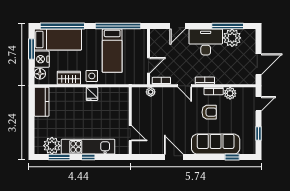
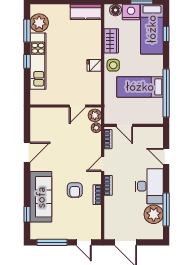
window: (62, 26) -> (166, 34), width x0.32
plant: (230, 93) -> (95, 115), moved
door: (130, 133) -> (77, 106), moved
window: (259, 133) -> (52, 242), width x2.17

